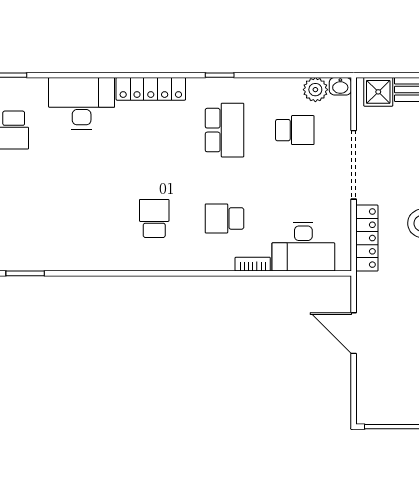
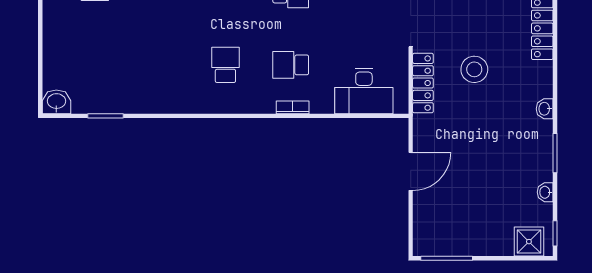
bookcase: (253, 264) -> (293, 107), moved
door: (354, 333) -> (411, 171), swing flipped

